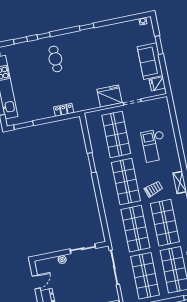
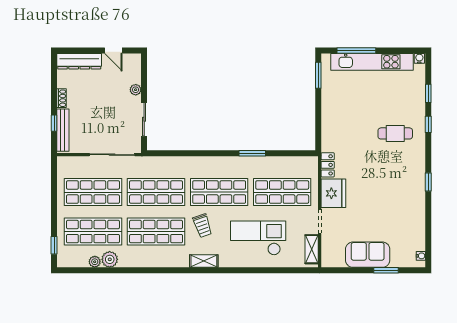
fridge: (157, 84) -> (337, 258), removed
shelving: (154, 104) -> (312, 249), added
locker: (64, 110) -> (328, 165), moved
checkout: (154, 145) -> (258, 238), width x1.36, depth x1.21

